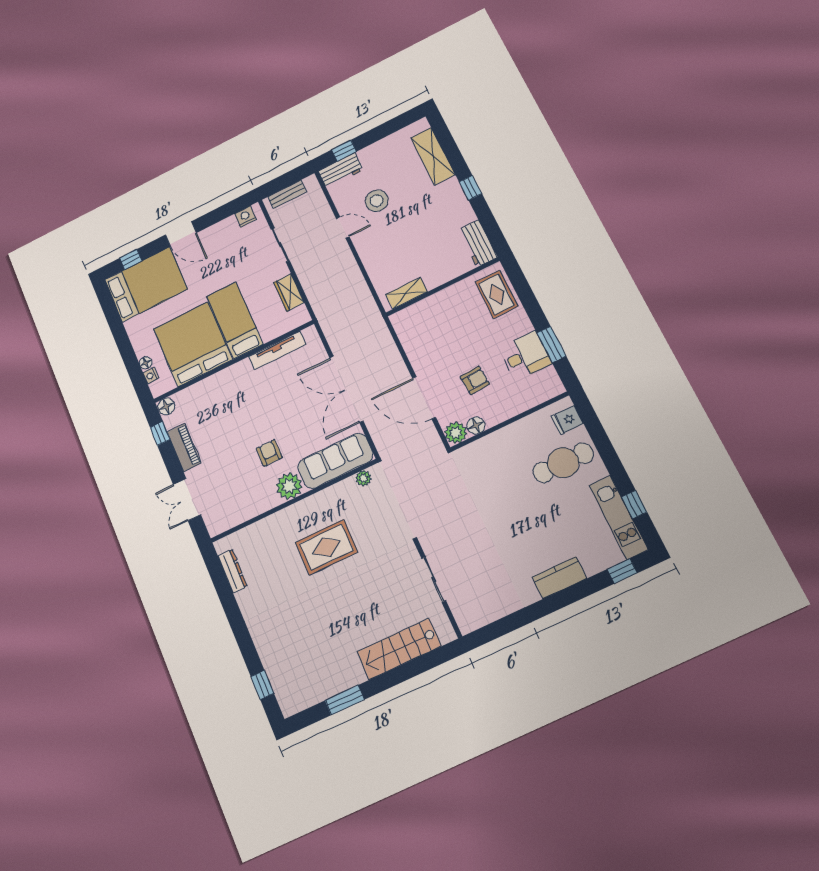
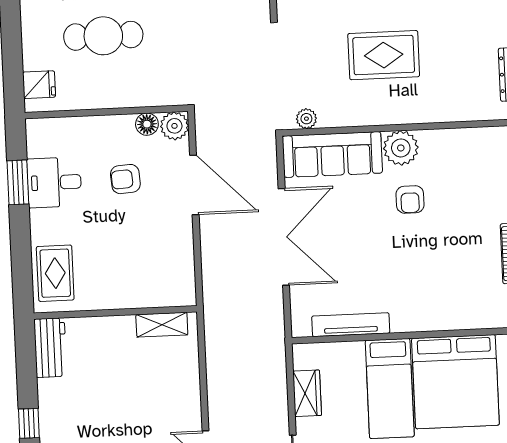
cafe table: (563, 463) -> (103, 36), moved

